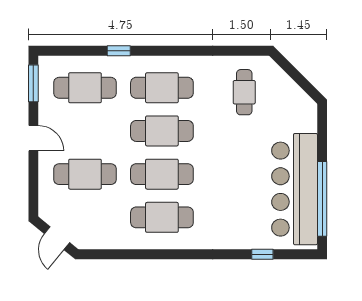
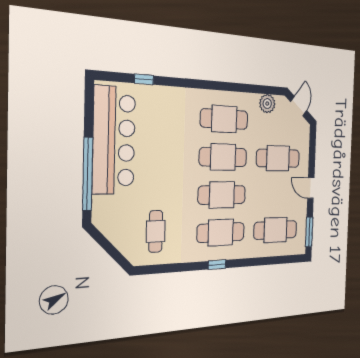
window: (119, 51) -> (217, 265), moved
window: (322, 199) -> (88, 174), moved
plant: (103, 238) -> (267, 104), added

